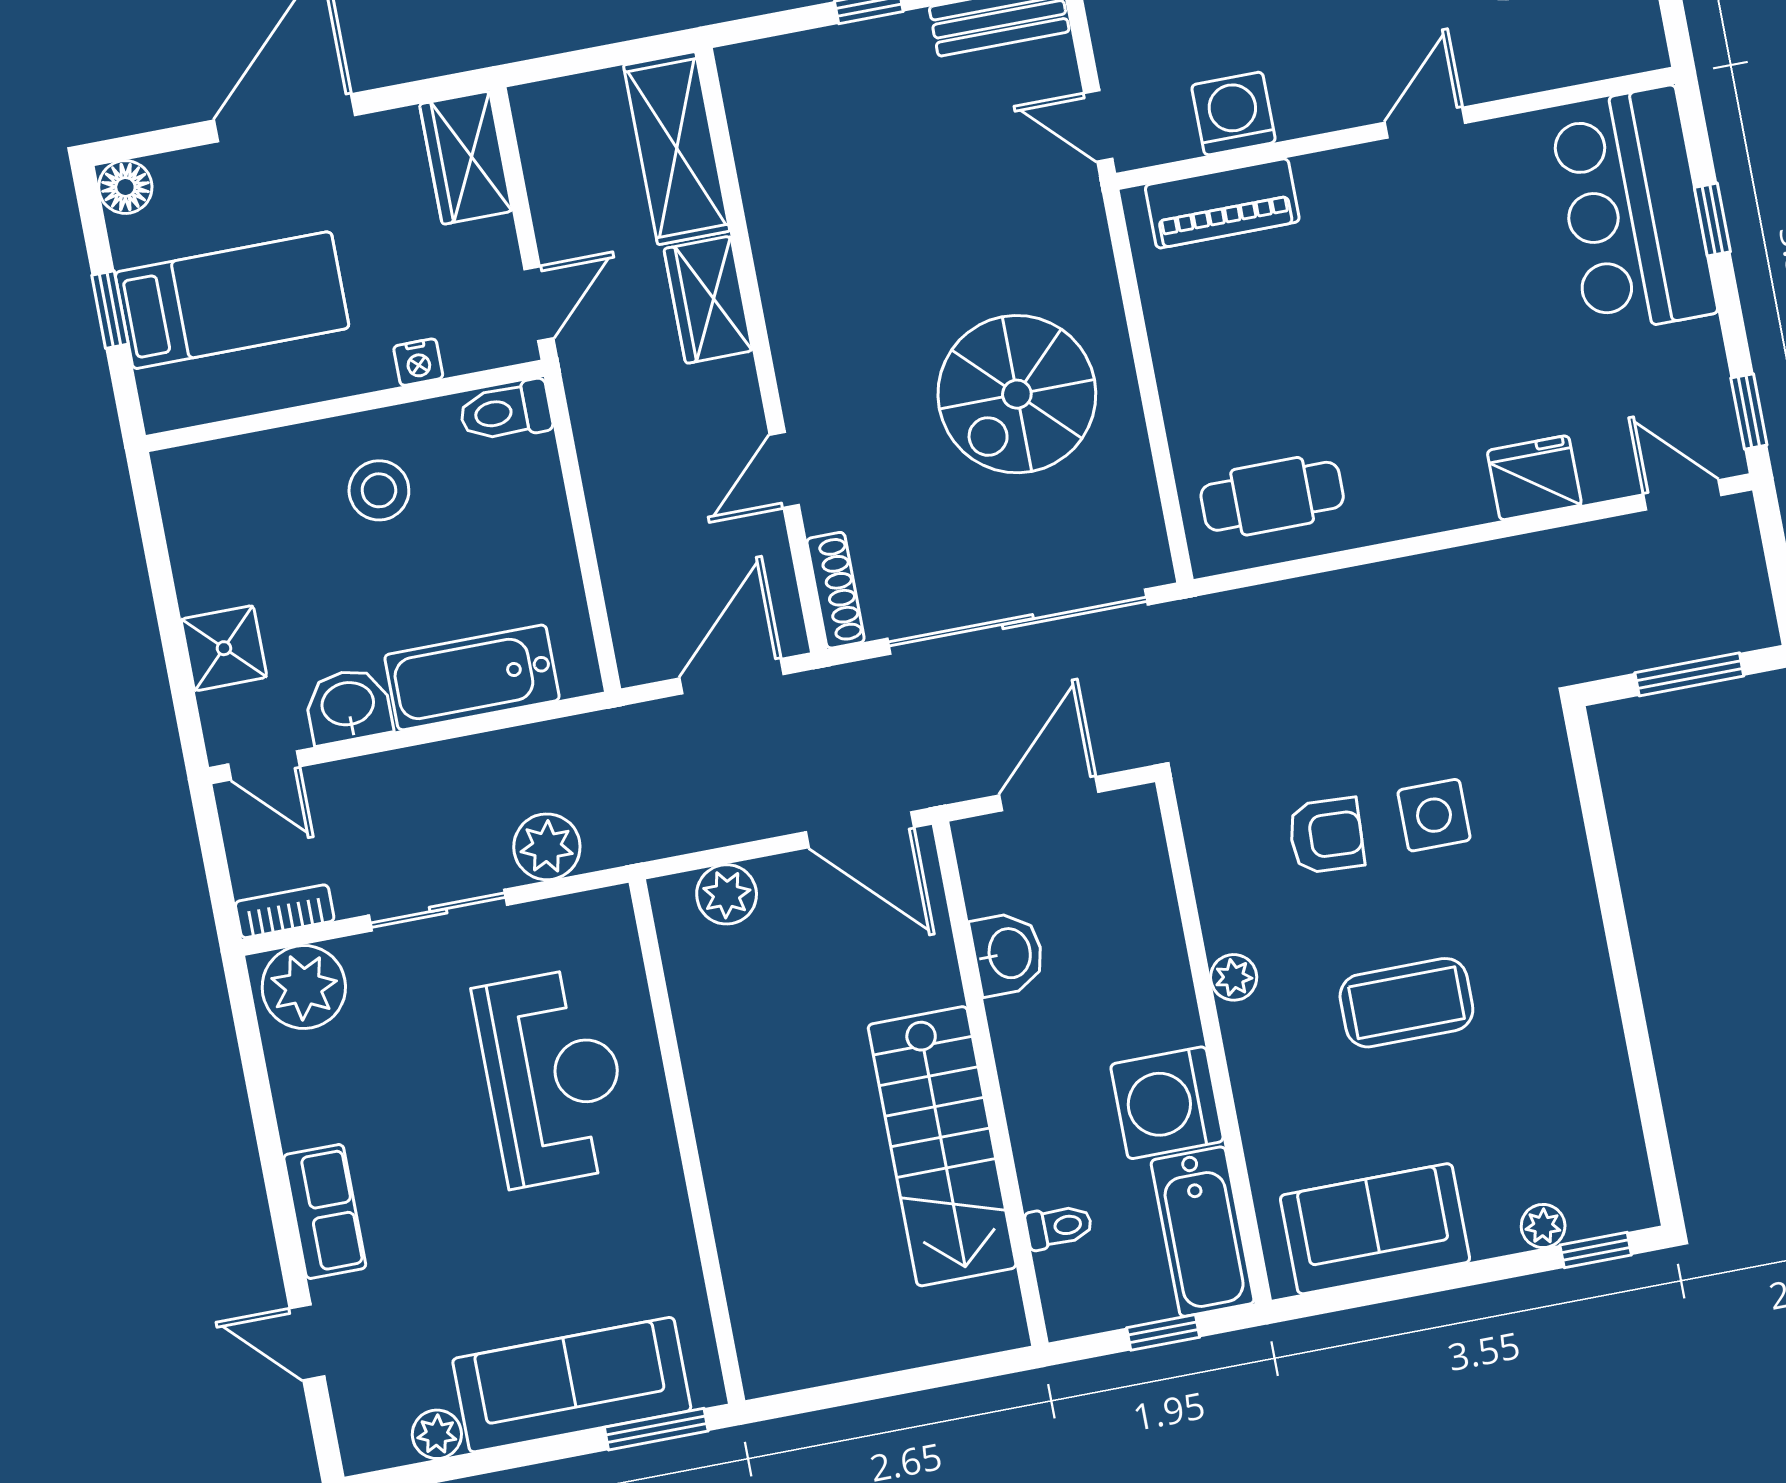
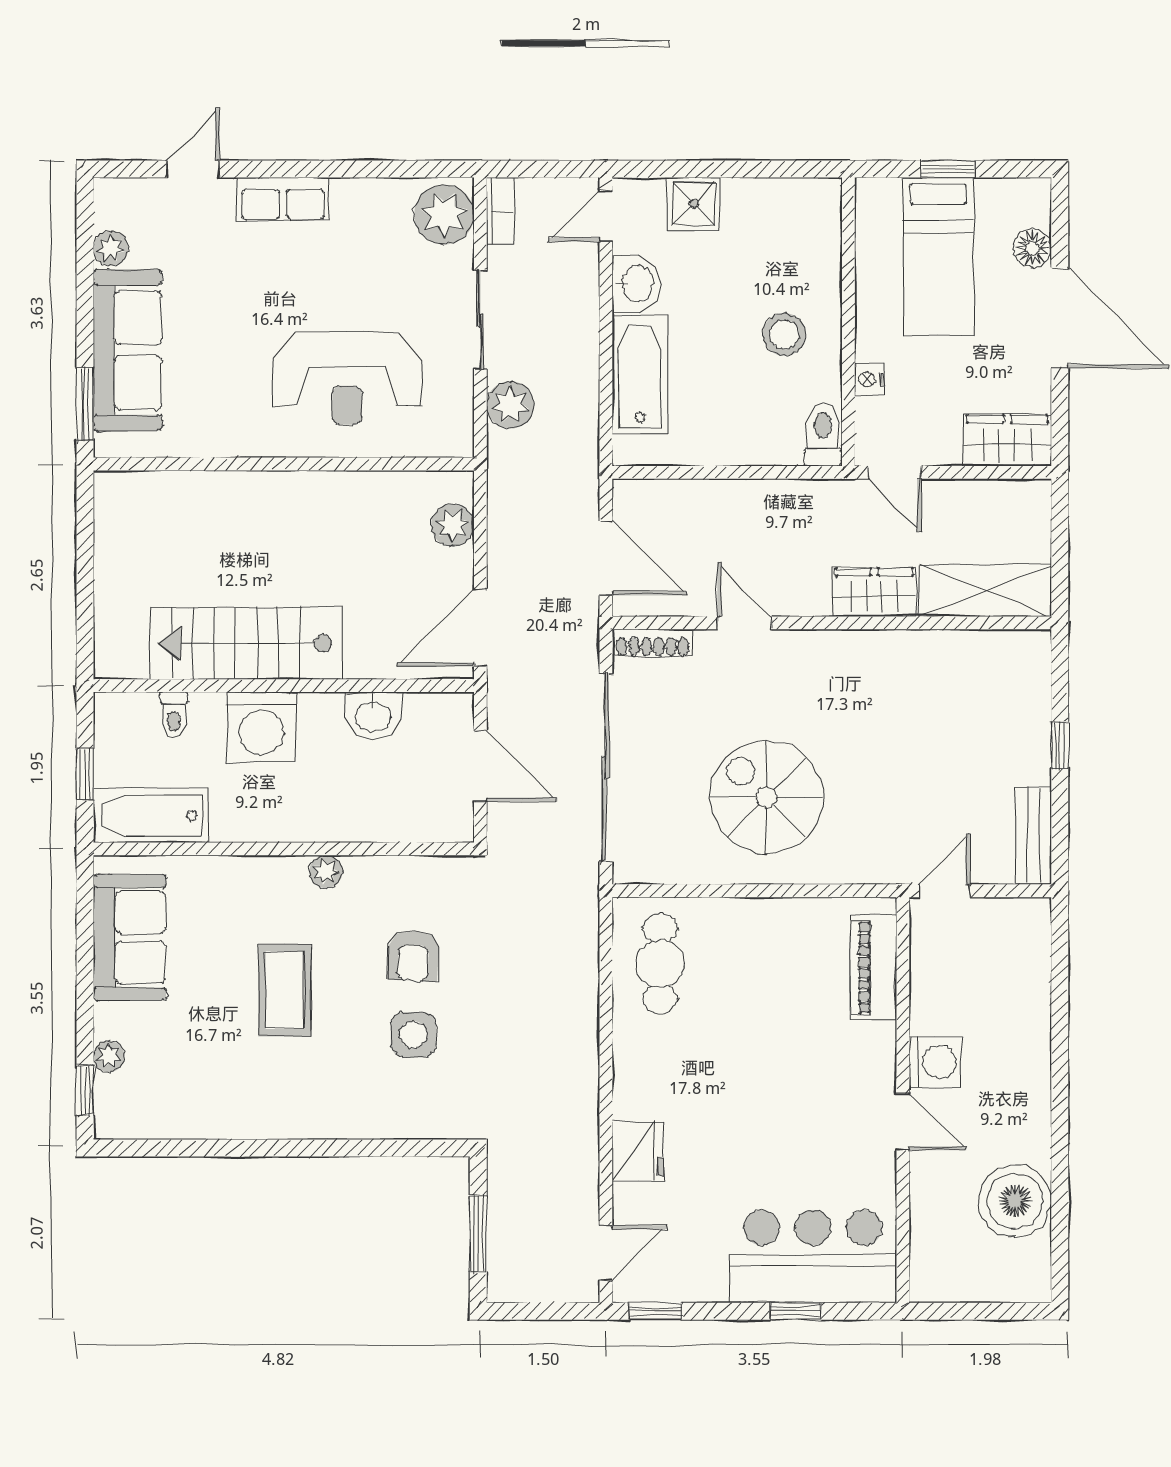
washing machine: (1233, 114) -> (935, 1062), moved
floor lamp: (125, 187) -> (1032, 248), moved
washing machine: (1167, 1103) -> (262, 727), moved, turned 180

